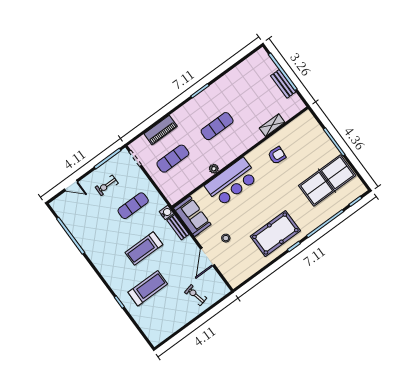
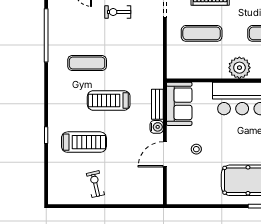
plant: (214, 169) -> (239, 68), width x1.88, depth x1.88
exercise mat: (133, 206) -> (87, 63), moved
water cooler: (166, 213) -> (157, 127), moved
exercise bike: (196, 295) -> (95, 184), moved

